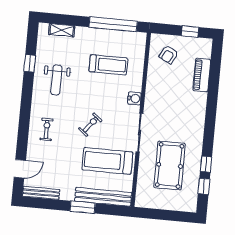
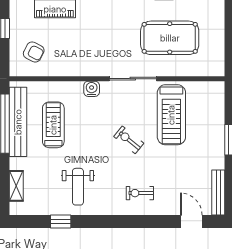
weight bench: (56, 80) -> (78, 187), turned 90
bench: (103, 197) -> (18, 122), moved

